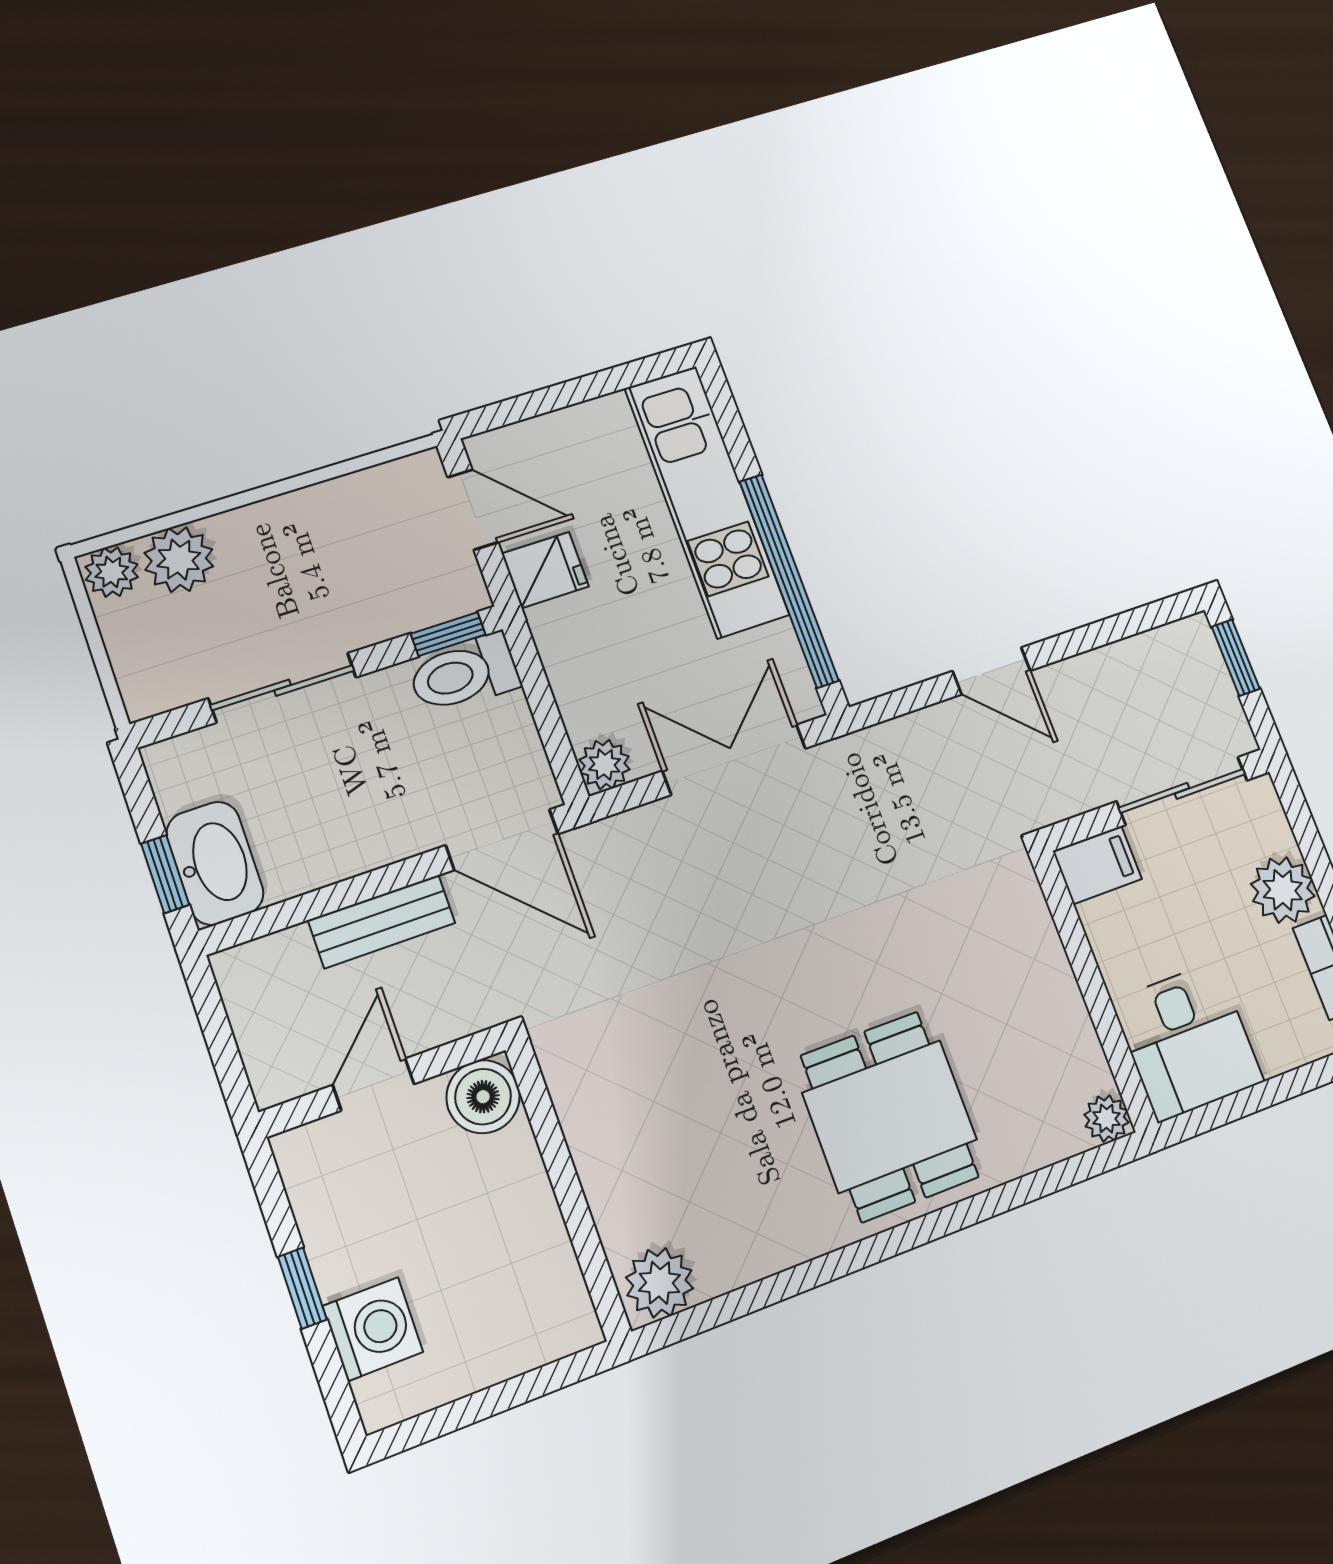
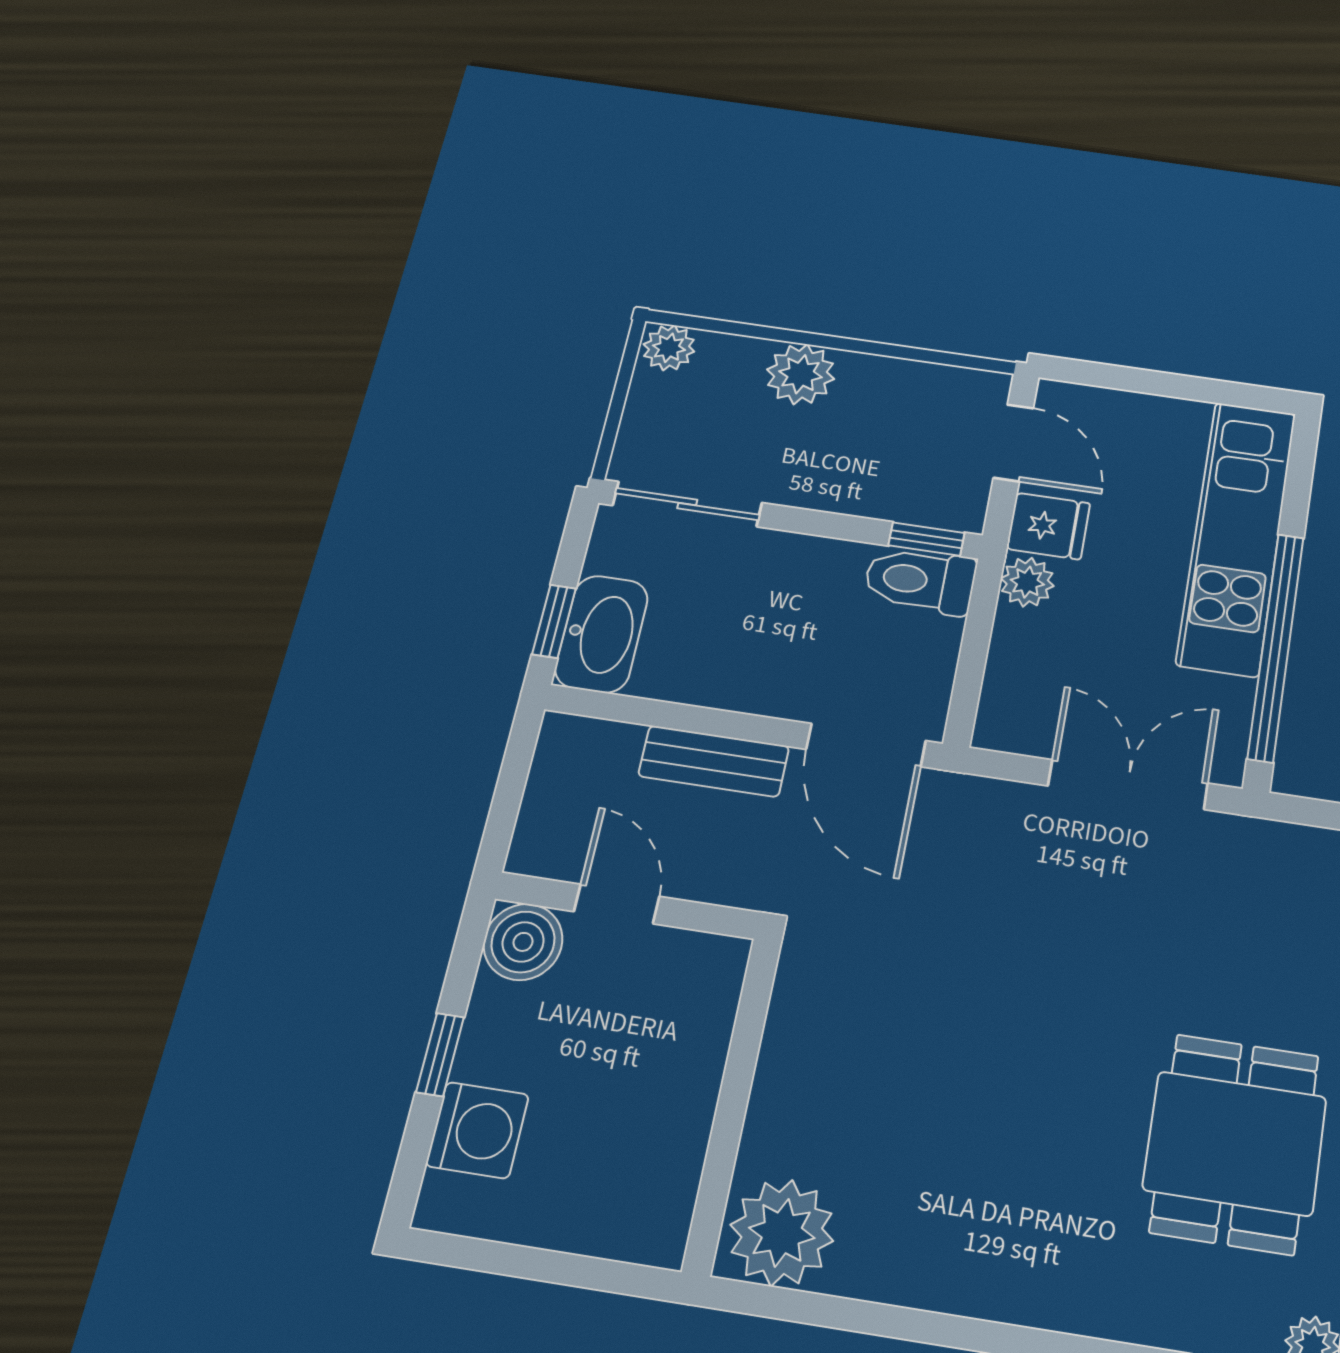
plant: (179, 560) -> (801, 374), moved
sliding door: (282, 688) -> (687, 504), moved
plant: (604, 765) -> (1027, 582), moved
door: (373, 1084) -> (617, 904), hinge flipped
boiler: (483, 1097) -> (523, 942), moved
dining table: (890, 1116) -> (1235, 1143), moved
plant: (659, 1283) -> (782, 1233), width x1.36, depth x1.36

